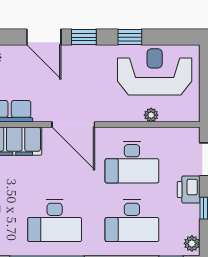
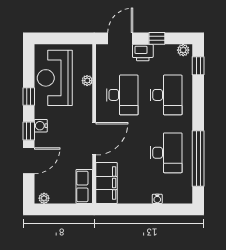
water cooler: (91, 53) -> (41, 126), added

